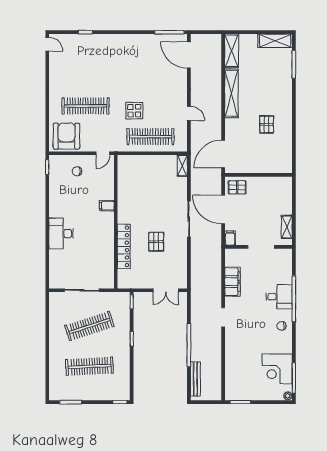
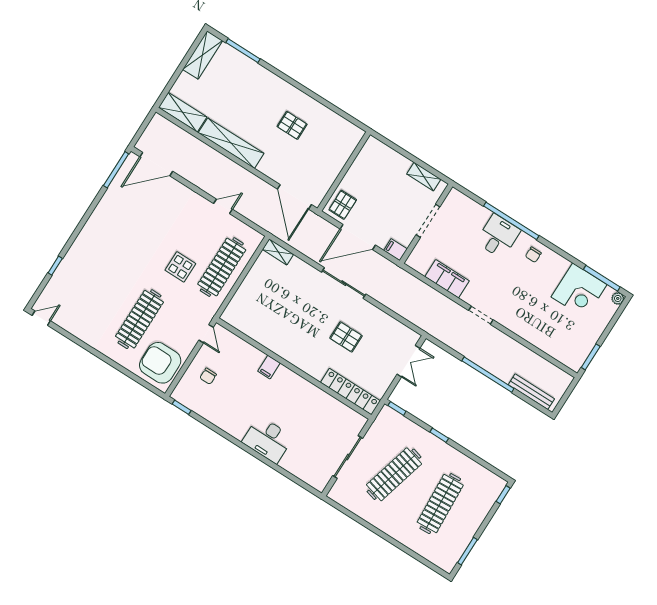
locker: (124, 246) -> (350, 392), moved
clothes rail: (89, 326) -> (394, 474), turned 33

